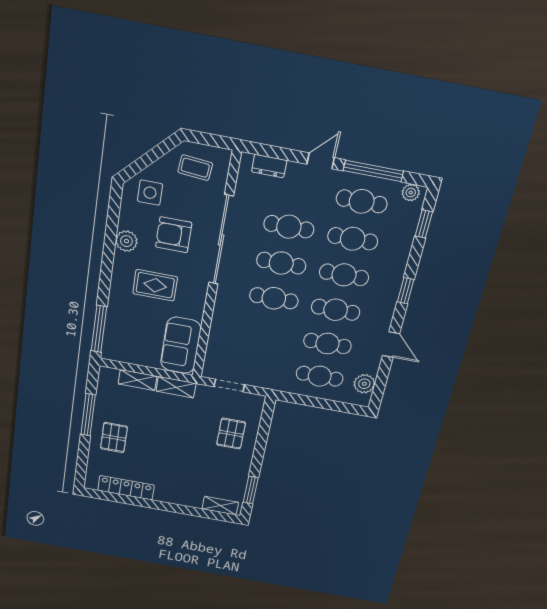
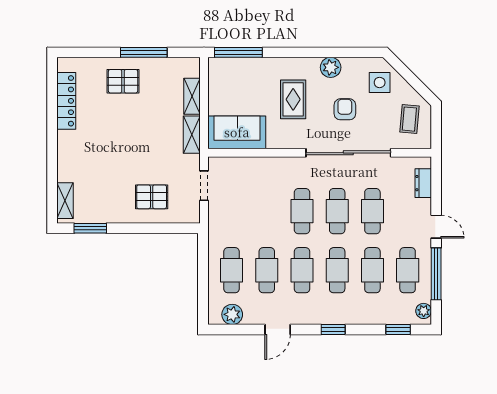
armchair: (174, 235) -> (345, 109), width x0.72, depth x0.72

